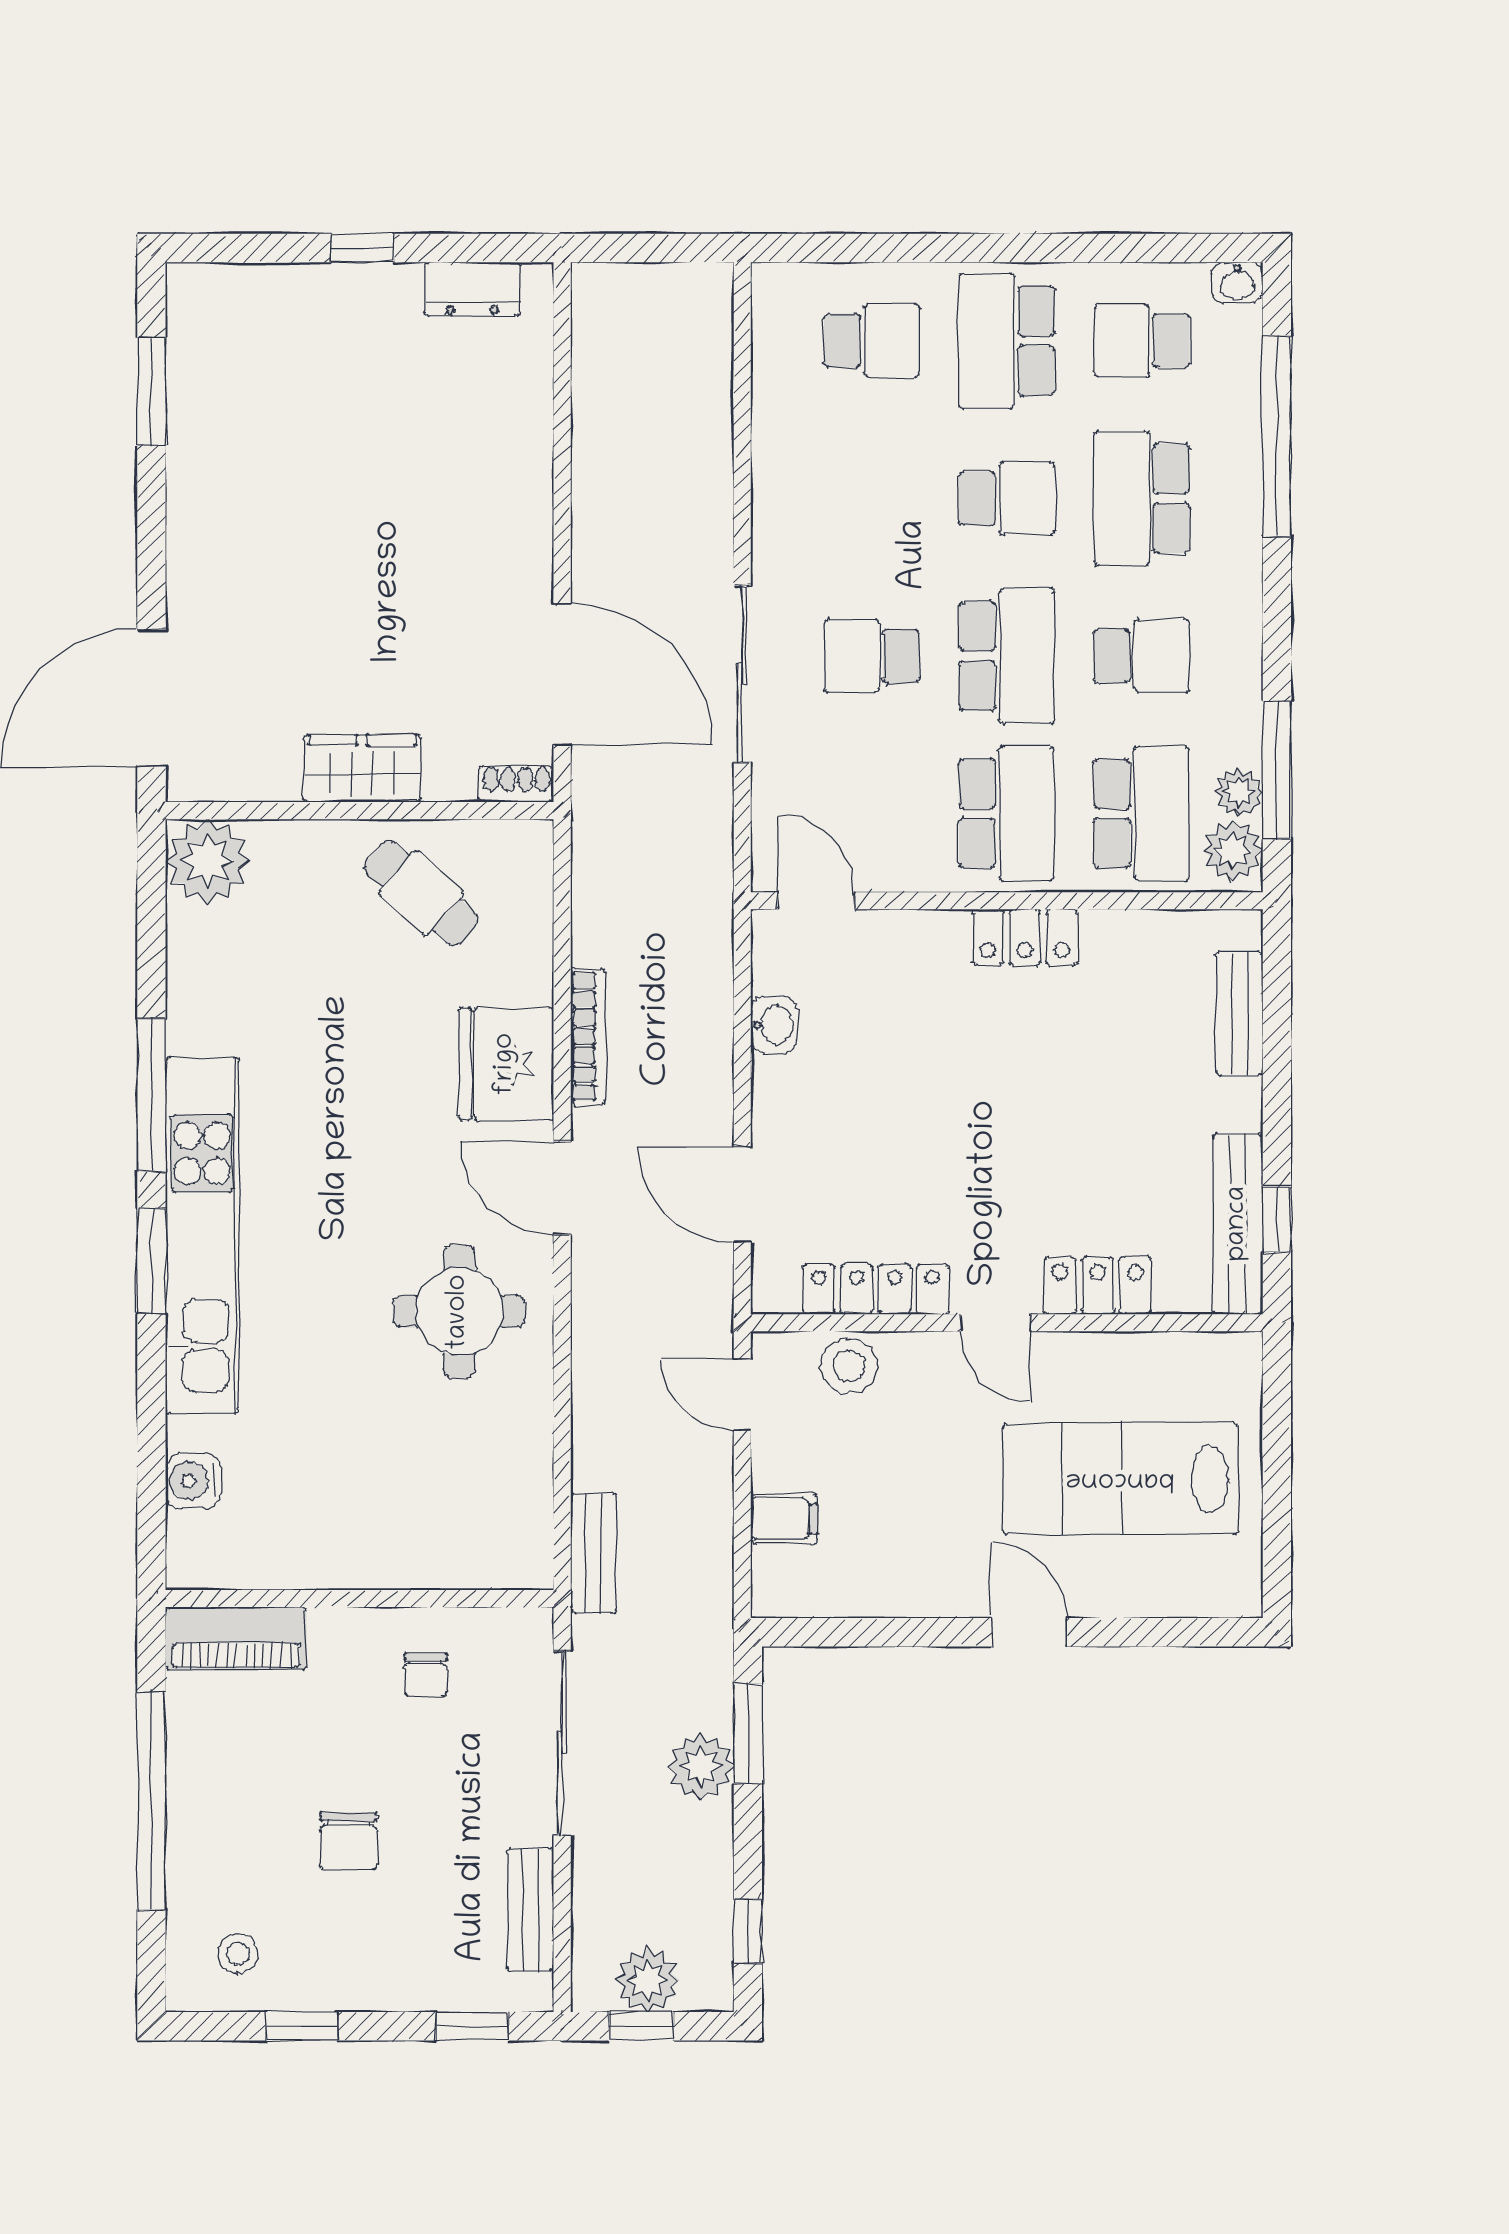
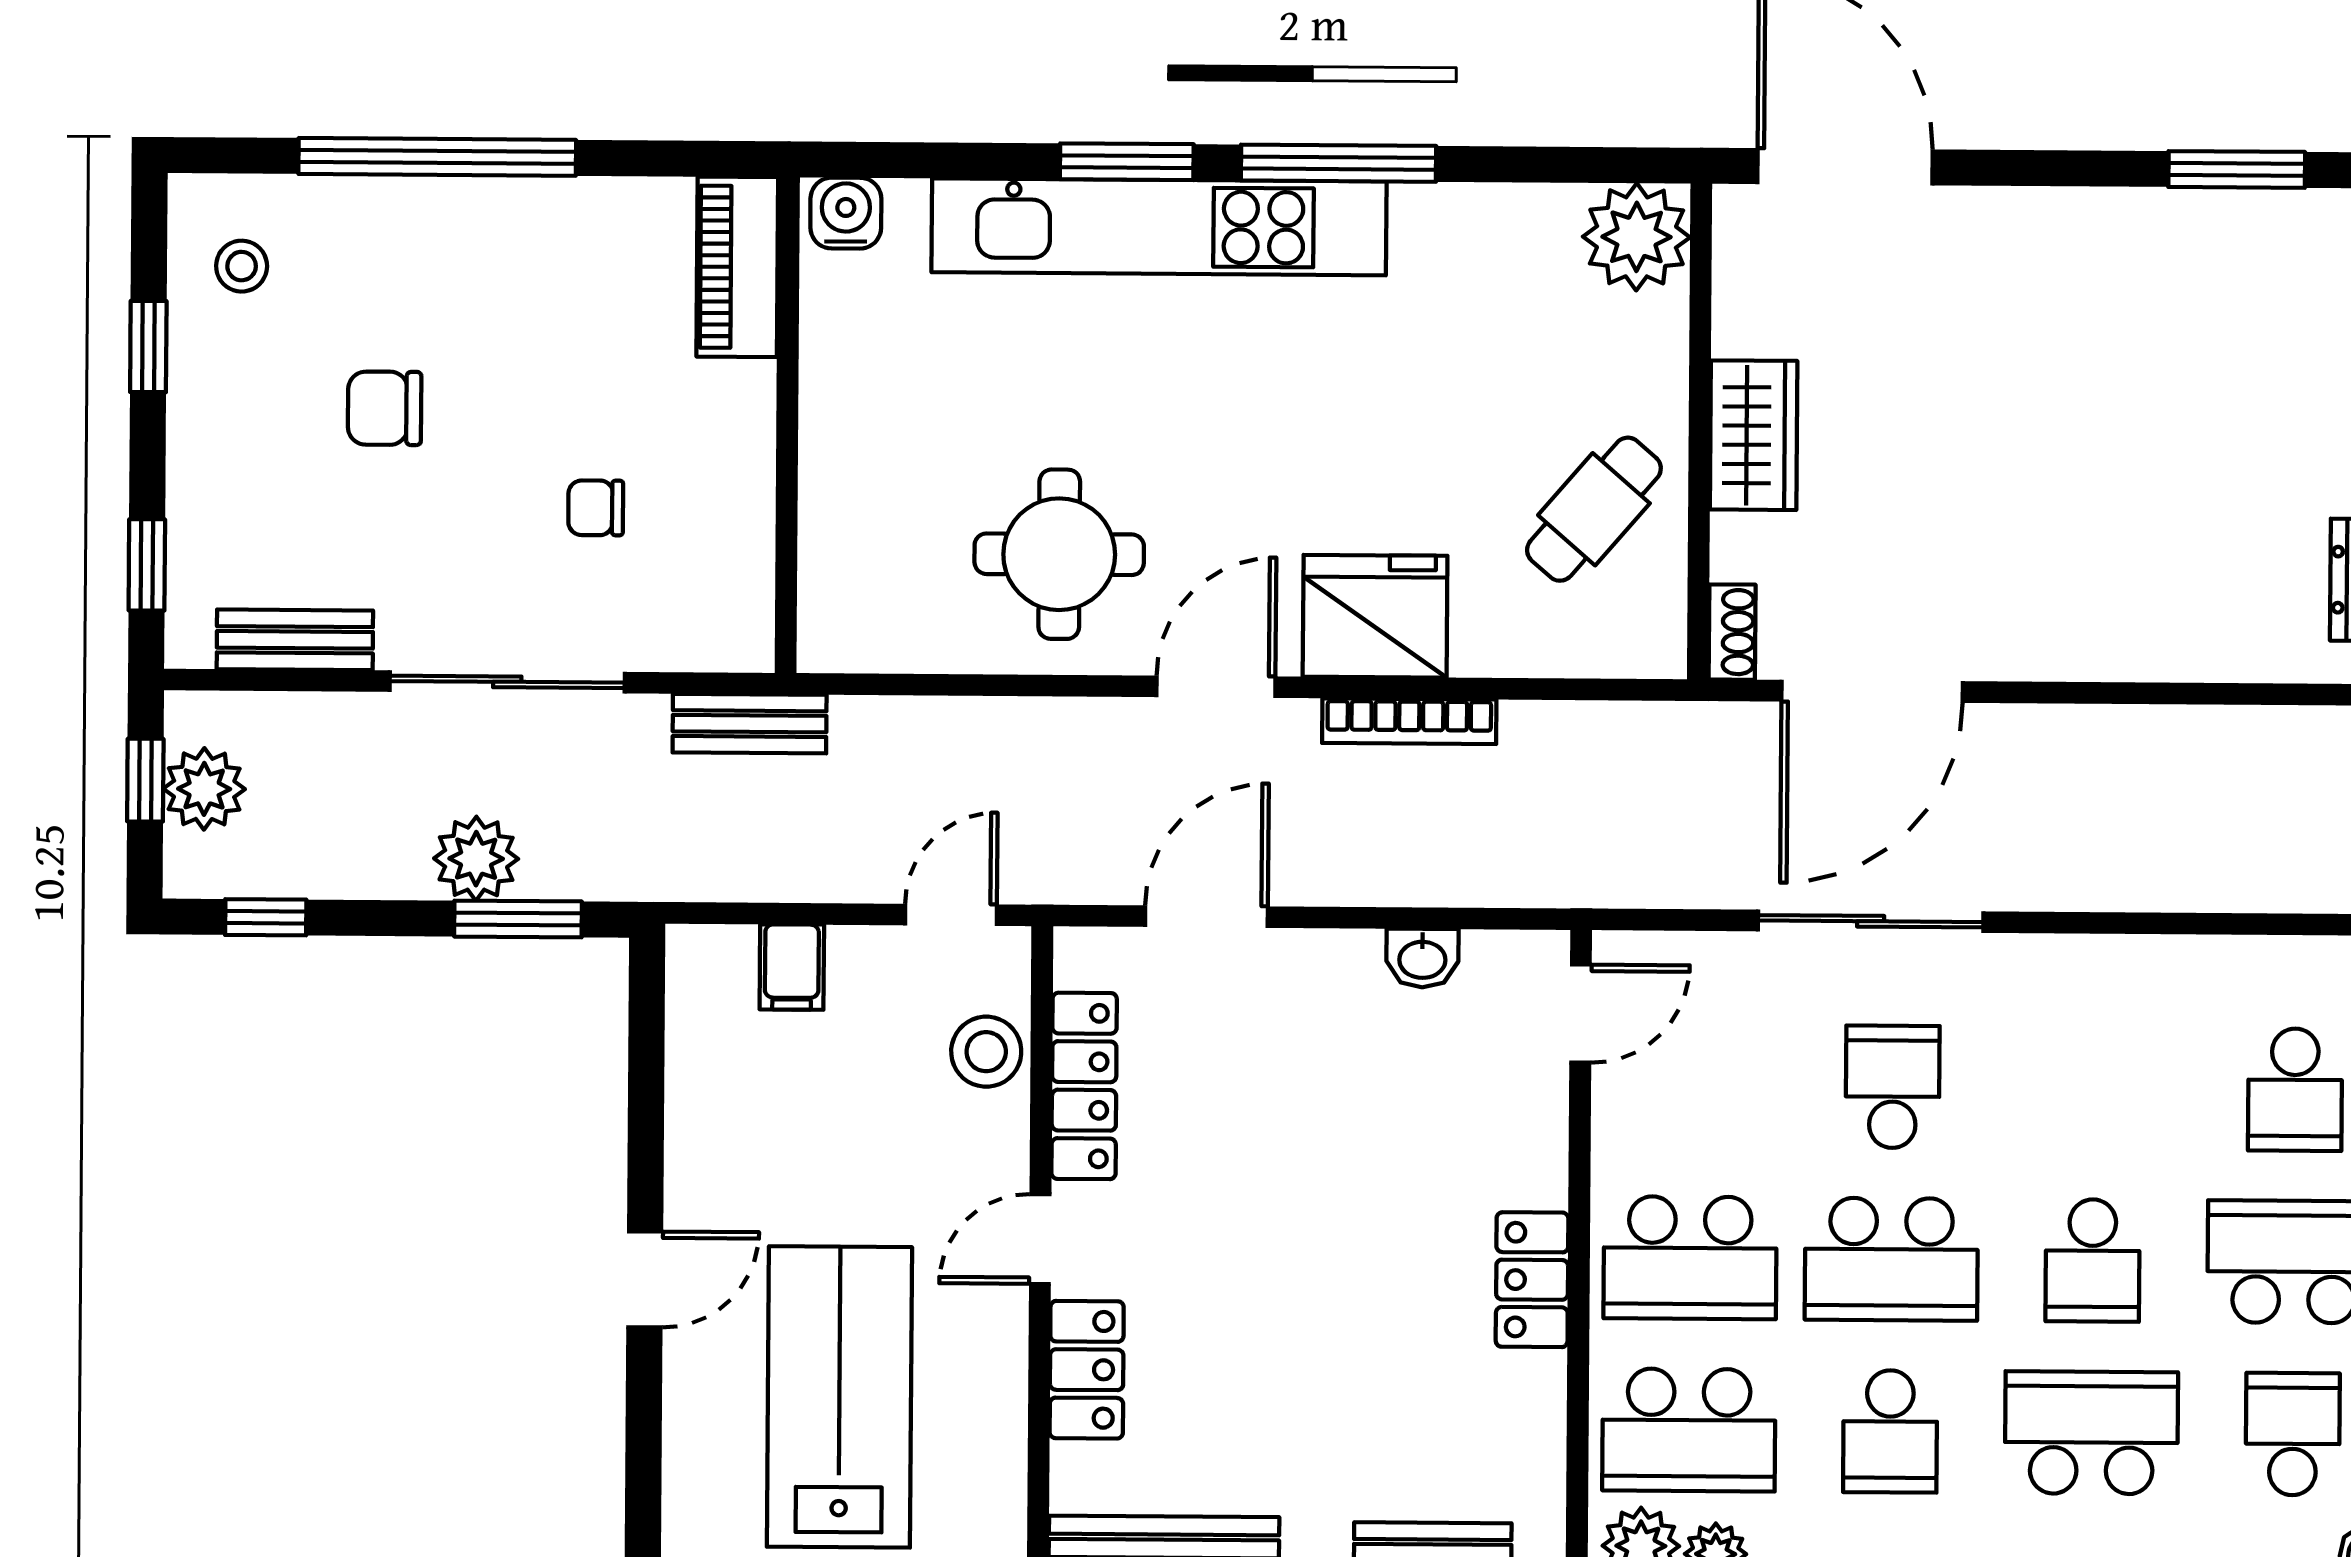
wall: (360, 1599) -> (787, 425), moved
piano: (236, 1638) -> (737, 267), moved

